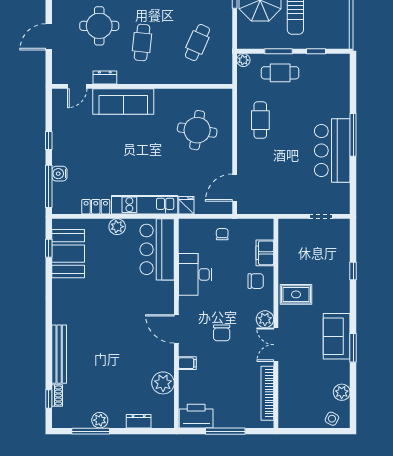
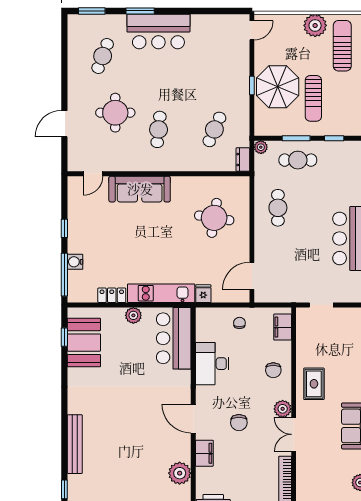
dresser: (105, 77) -> (243, 160), moved, turned -90
doorway: (321, 216) -> (321, 305), moved
filing cabinet: (265, 253) -> (283, 327), moved
chair: (256, 281) -> (273, 370), turned 90
rug: (296, 294) -> (314, 384), turned 90
filing cabinet: (187, 363) -> (204, 453), width x2.00
shoe rack: (57, 395) -> (73, 486), removed

